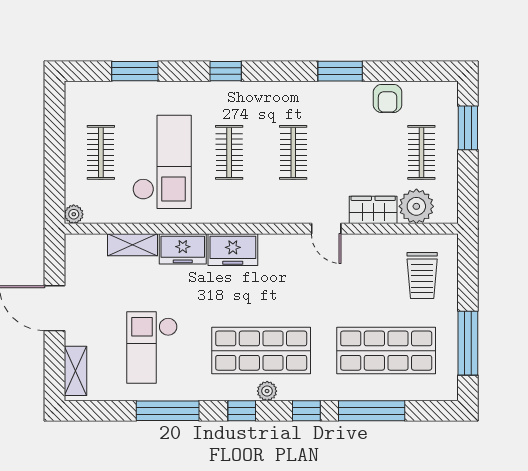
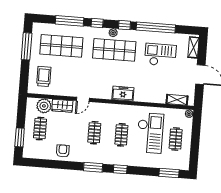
window: (135, 71) -> (169, 173), moved
window: (340, 71) -> (93, 167), moved
armchair: (388, 98) -> (63, 151), moved
checkout: (162, 162) -> (150, 133), turned 180
door: (326, 229) -> (83, 99), swing flipped
shelving: (132, 245) -> (177, 100), moved
freezer: (183, 249) -> (144, 96), removed
checkout: (152, 347) -> (160, 55), turned -90
window: (168, 411) -> (156, 28), width x1.46

